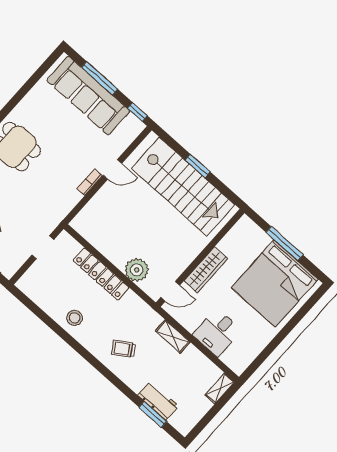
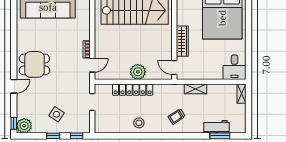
door: (113, 169) -> (92, 65), moved
plant: (137, 270) -> (138, 72), moved
door: (170, 291) -> (174, 68), swing flipped
desk: (217, 333) -> (234, 67), moved

